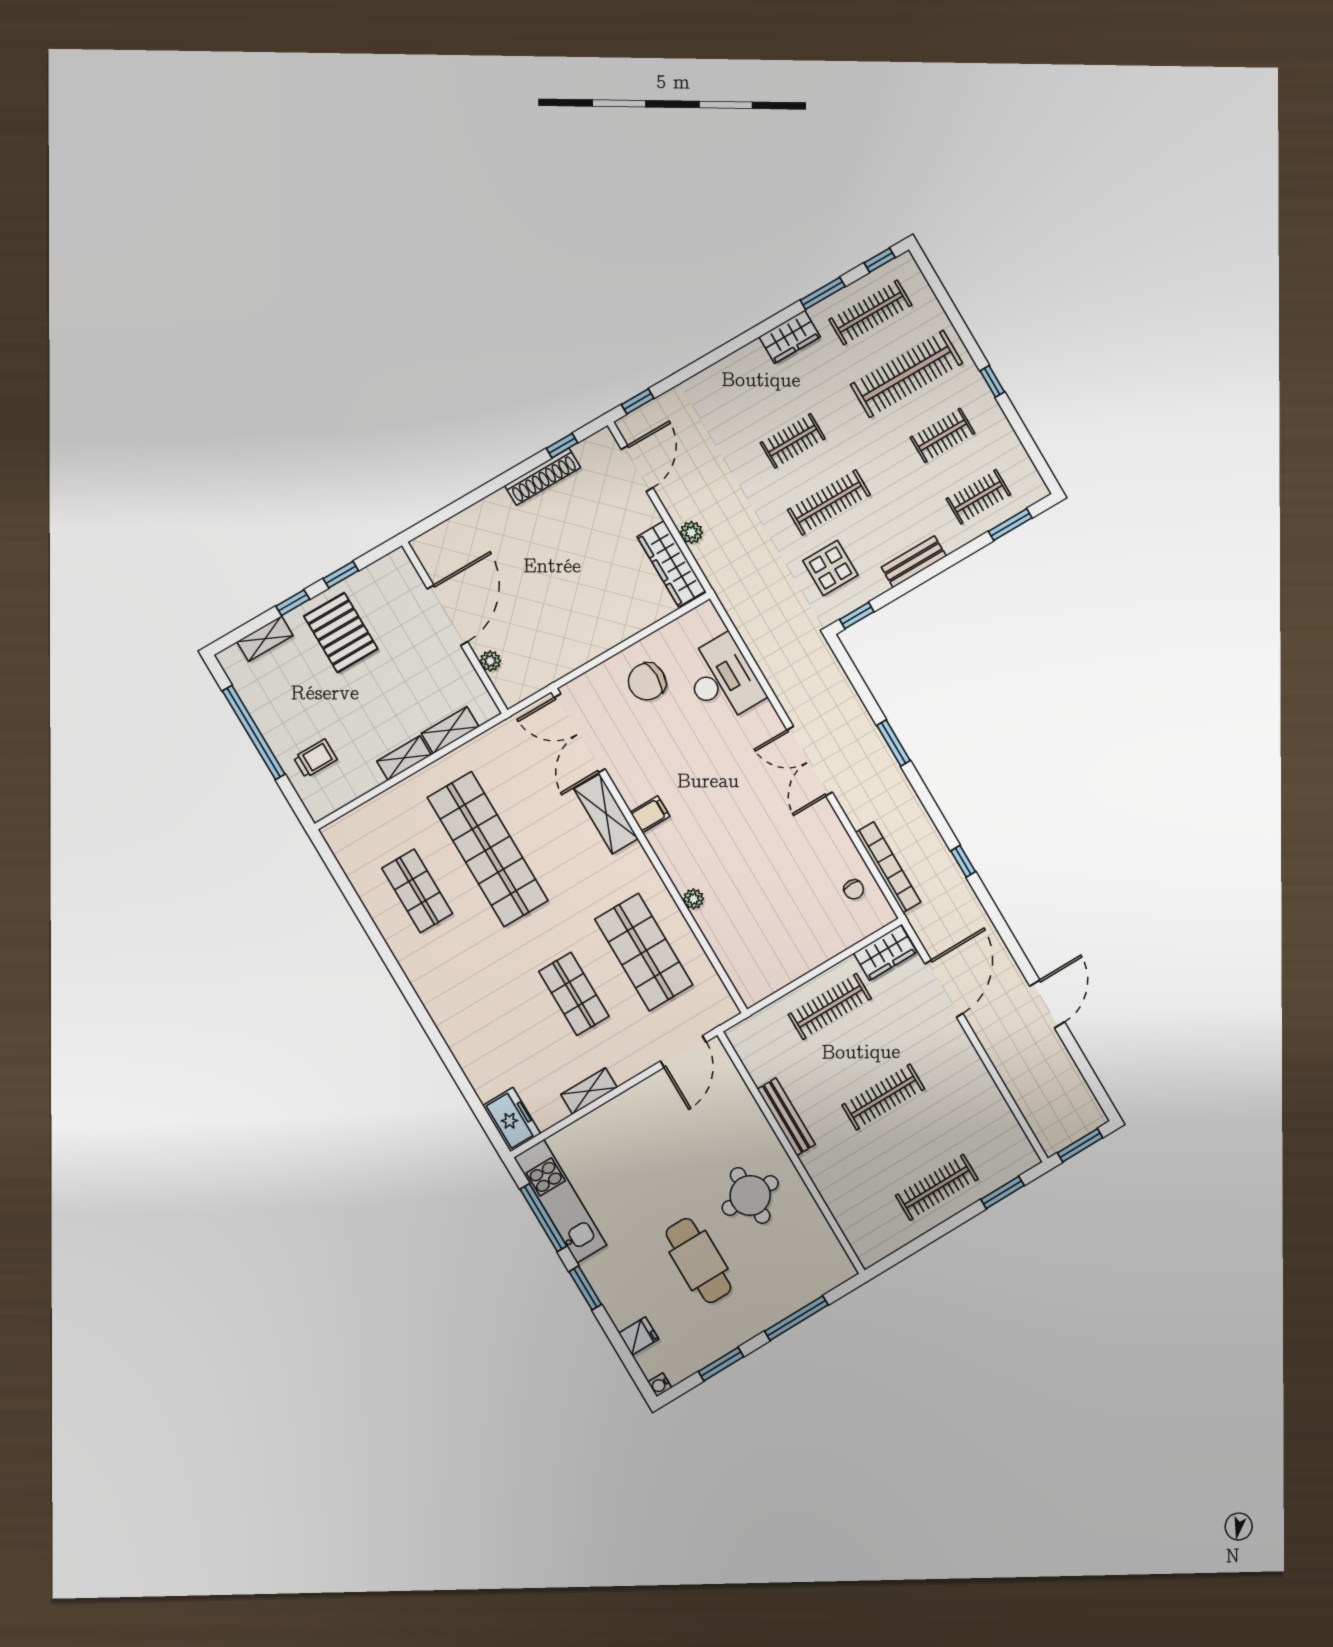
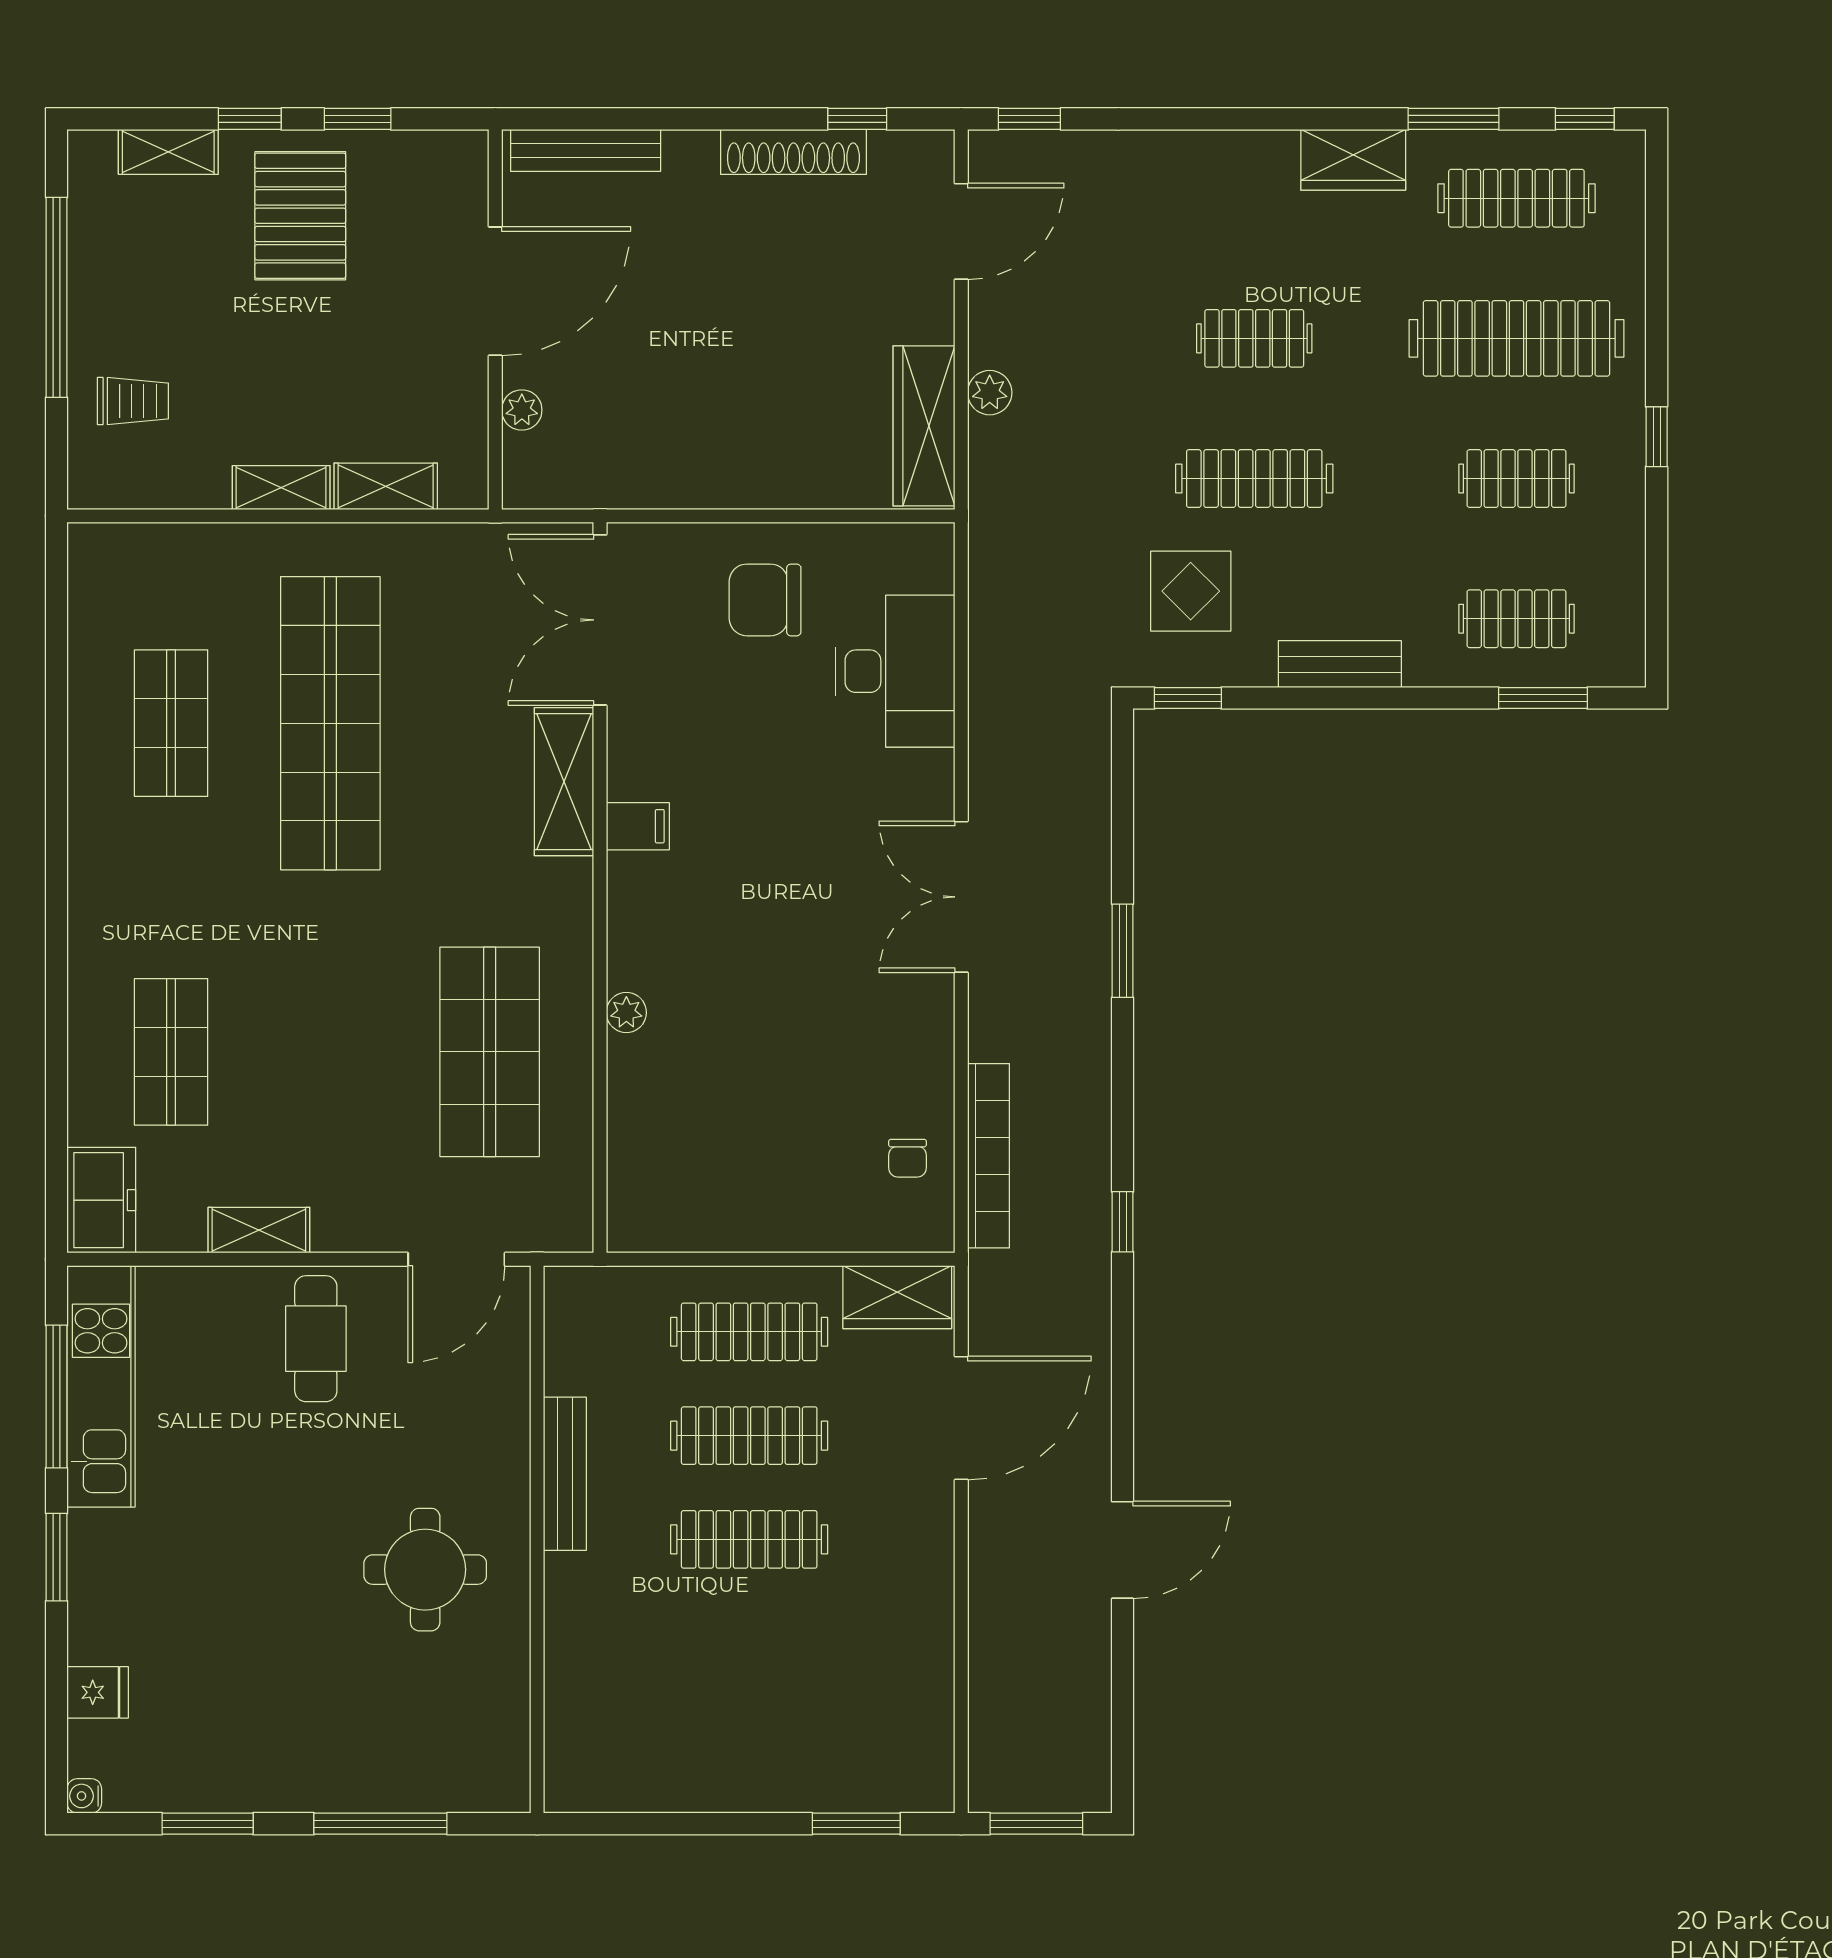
bench: (450, 530) -> (586, 150), added
shop shelf: (574, 994) -> (171, 1052), moved
clothes rail: (937, 1187) -> (749, 1436), moved
cafe table: (698, 1261) -> (316, 1339), moved, width x0.73, depth x0.74

